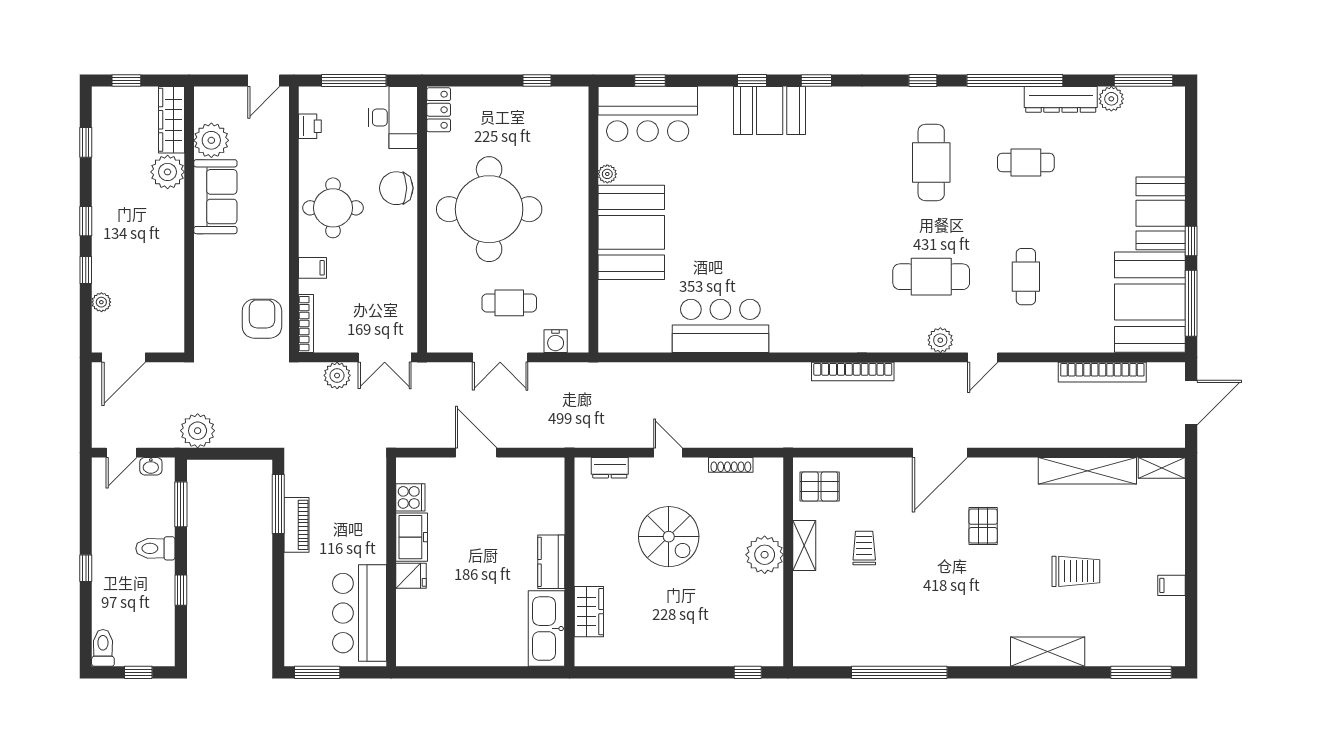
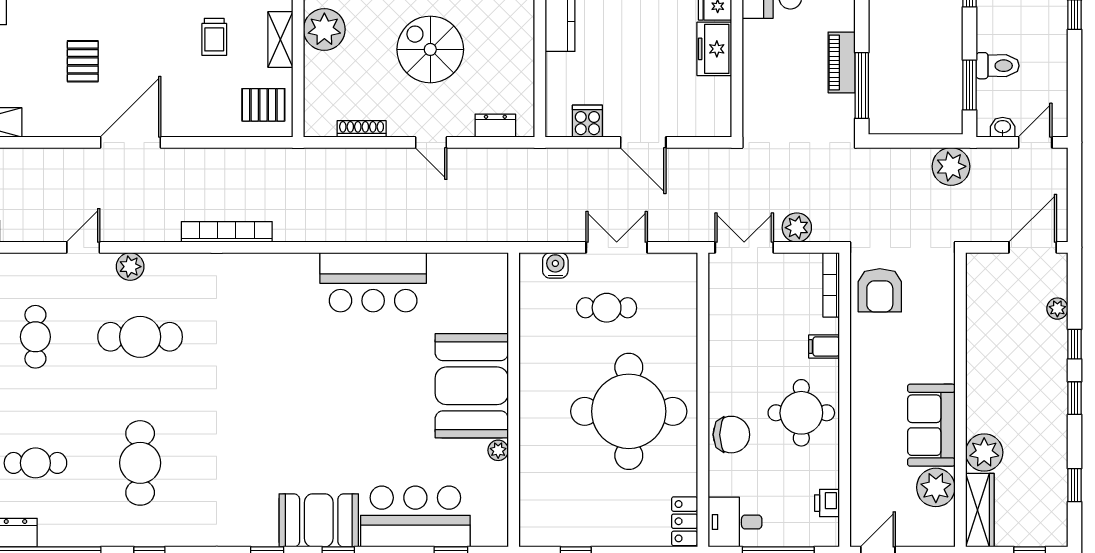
bar counter: (648, 114) -> (415, 517), moved
desk: (393, 117) -> (735, 522), width x0.73
cooker: (410, 497) -> (587, 121), moved, turned 90
toilet: (155, 548) -> (998, 66), moved

